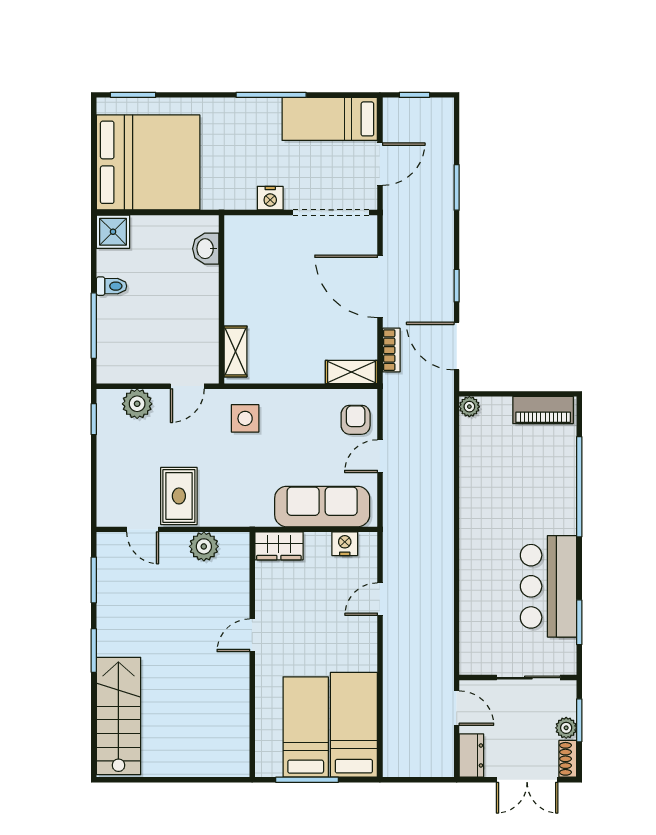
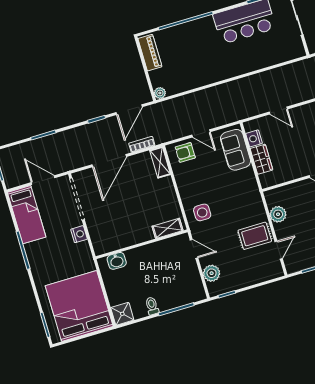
sofa: (322, 507) -> (236, 150), width x0.73
wardrobe: (279, 546) -> (261, 159), moved

